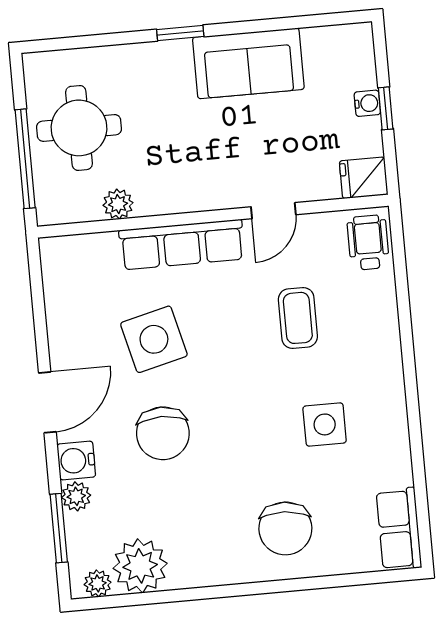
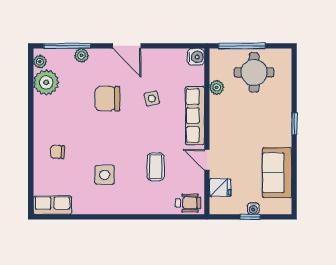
sofa: (248, 63) -> (277, 173), moved
fridge: (364, 178) -> (220, 188), moved, turned 90
coffee table: (298, 318) -> (156, 167), turned 90
side table: (154, 339) -> (152, 98), width x0.54, depth x0.54
water cooler: (76, 460) -> (196, 57), moved, turned 90
window: (59, 528) -> (67, 46), width x1.44
chair: (285, 528) -> (58, 152), width x0.54, depth x0.54

